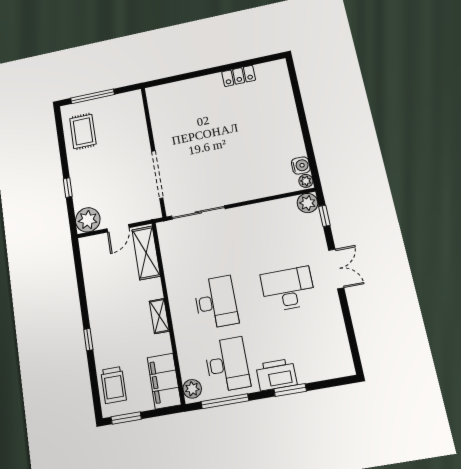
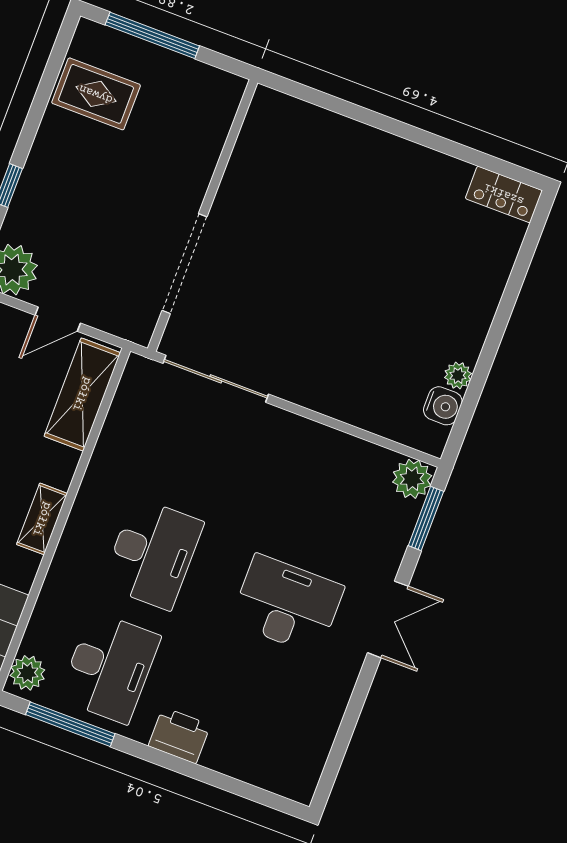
locker: (239, 76) -> (504, 194), moved
rug: (83, 131) -> (96, 94), turned 90
plant: (306, 181) -> (458, 376), moved
window: (324, 216) -> (426, 518), width x1.50
printer: (276, 375) -> (179, 735), width x0.73, depth x0.84
window: (290, 390) -> (188, 769), removed

